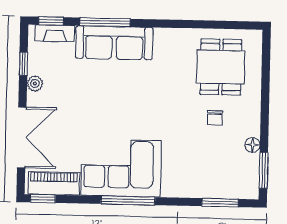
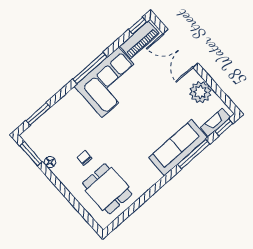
window: (23, 64) -> (217, 90), removed
plant: (35, 84) -> (200, 92), width x1.88, depth x1.88

